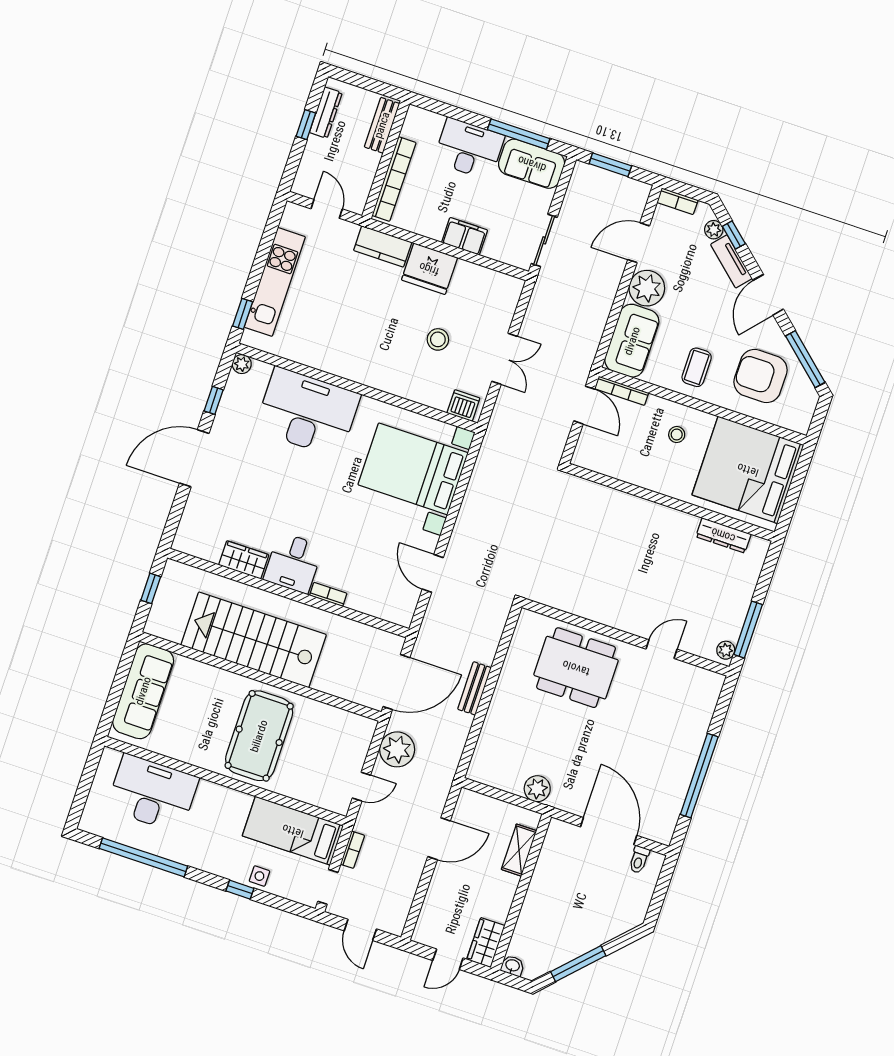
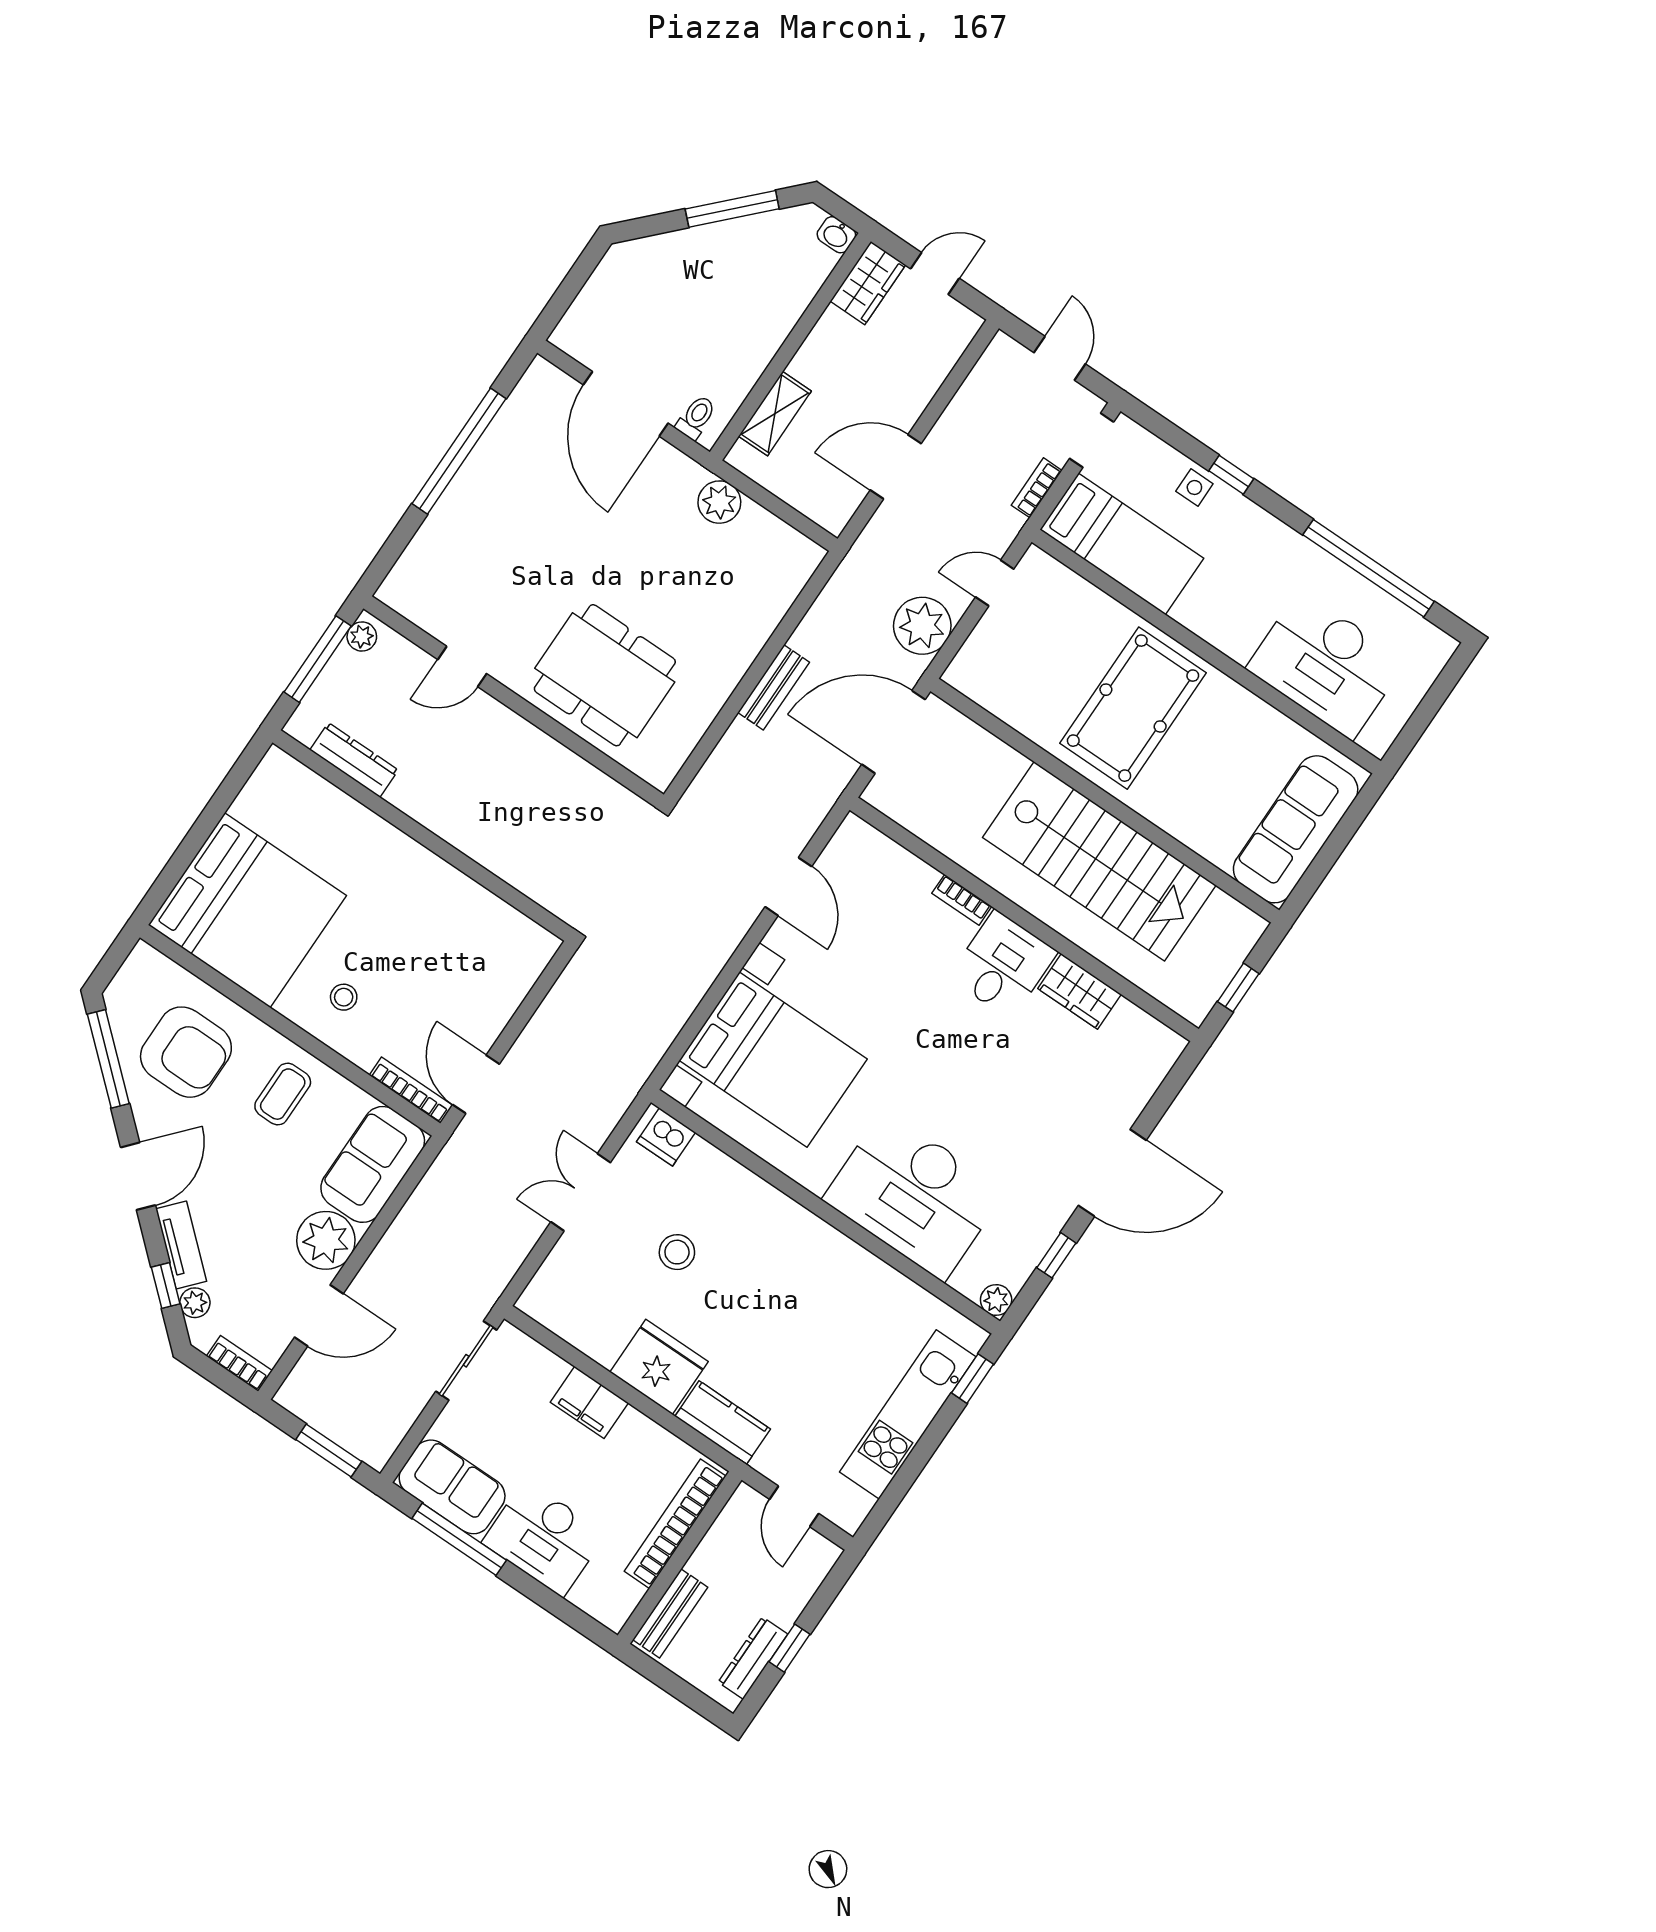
wall: (671, 502) -> (423, 835), moved
dresser: (723, 535) -> (354, 760), moved
toilet: (639, 860) -> (696, 417), moved

